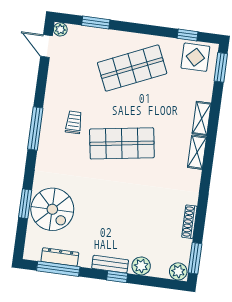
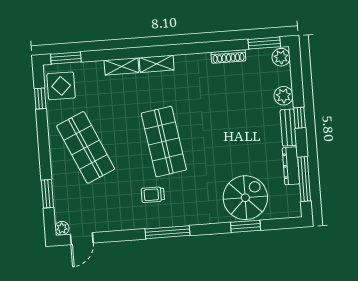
dresser: (60, 257) -> (291, 166), moved

